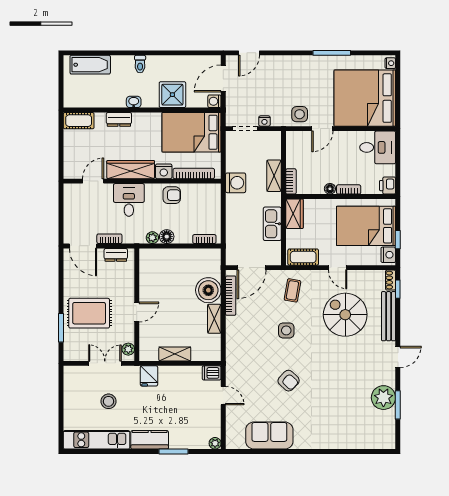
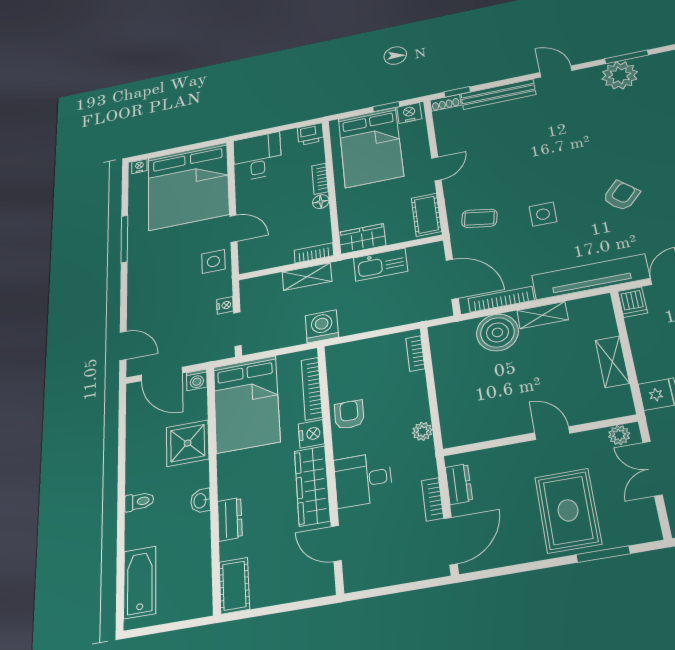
floor lamp: (167, 237) -> (418, 410), removed
spiral stairs: (345, 315) -> (505, 146), removed
tv unit: (234, 352) -> (591, 277), added

